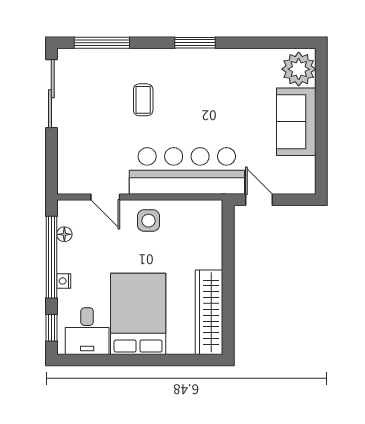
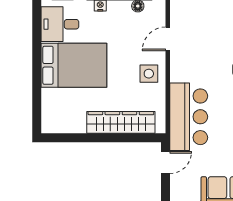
bar counter: (187, 171) -> (189, 117), width x0.73
wardrobe: (209, 312) -> (121, 122), moved

